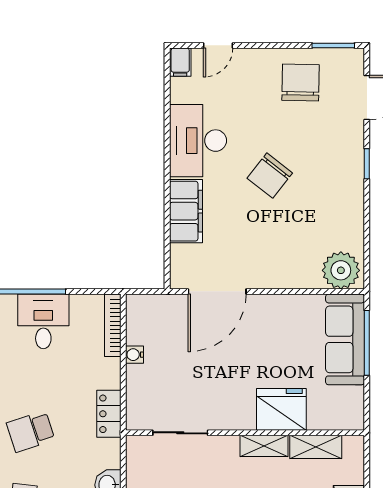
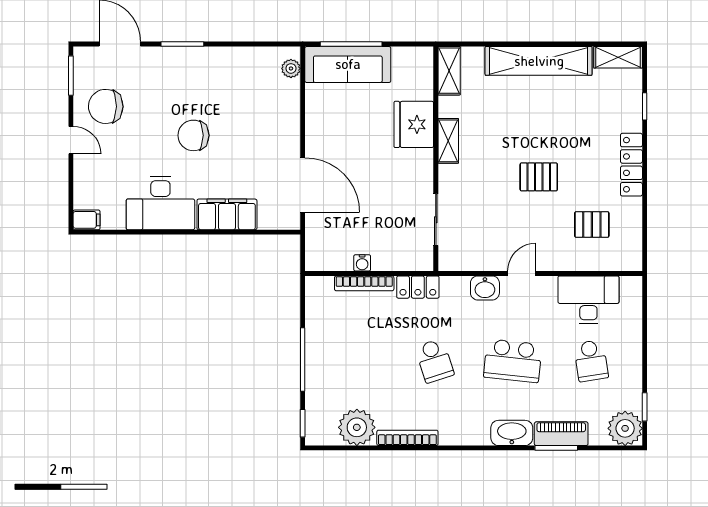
door: (218, 45) -> (71, 140), moved
window: (367, 164) -> (182, 44), width x1.50
chair: (270, 176) -> (193, 135), turned 142
plant: (341, 270) -> (291, 68), width x0.53, depth x0.53
desk: (43, 321) -> (331, 349), removed
bookcase: (113, 325) -> (364, 283), moved
shelving: (316, 447) -> (449, 71), moved

